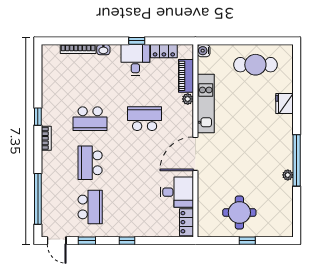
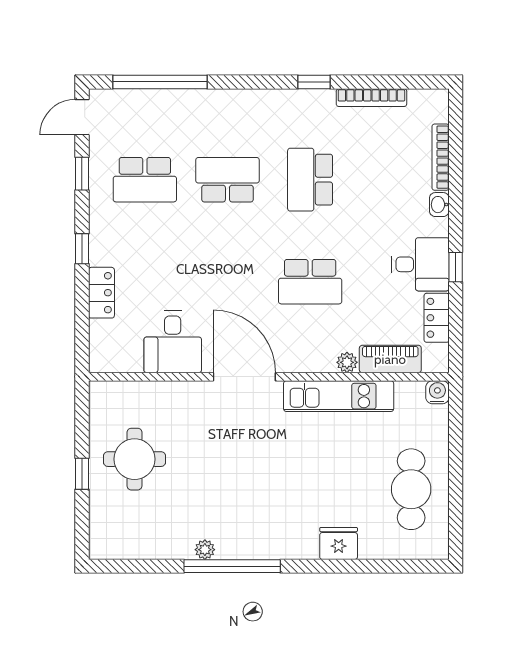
school desk: (145, 119) -> (310, 282), turned 90
bookcase: (46, 138) -> (371, 98), moved, width x1.56
locker: (186, 222) -> (101, 293), moved, turned 90

